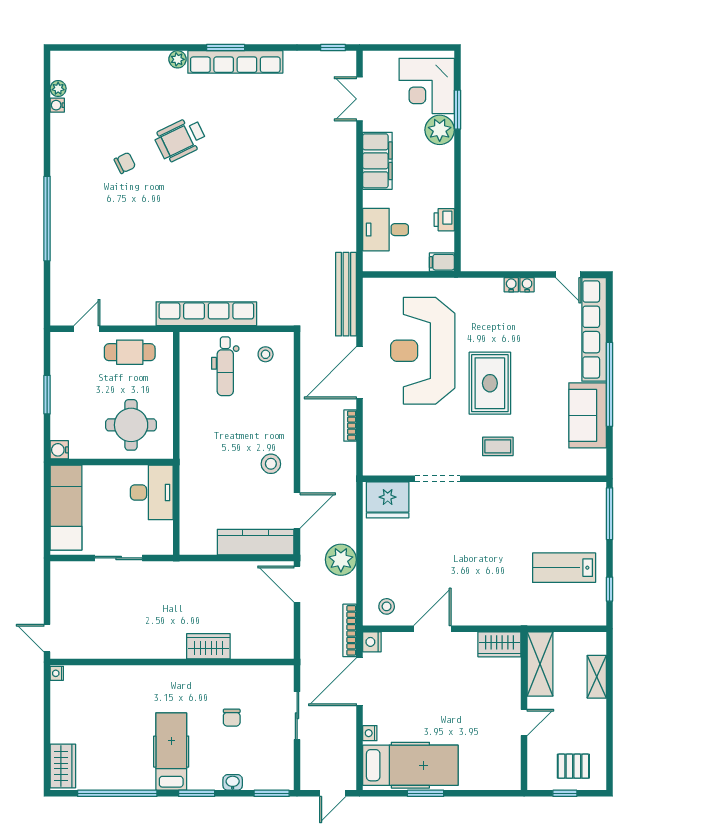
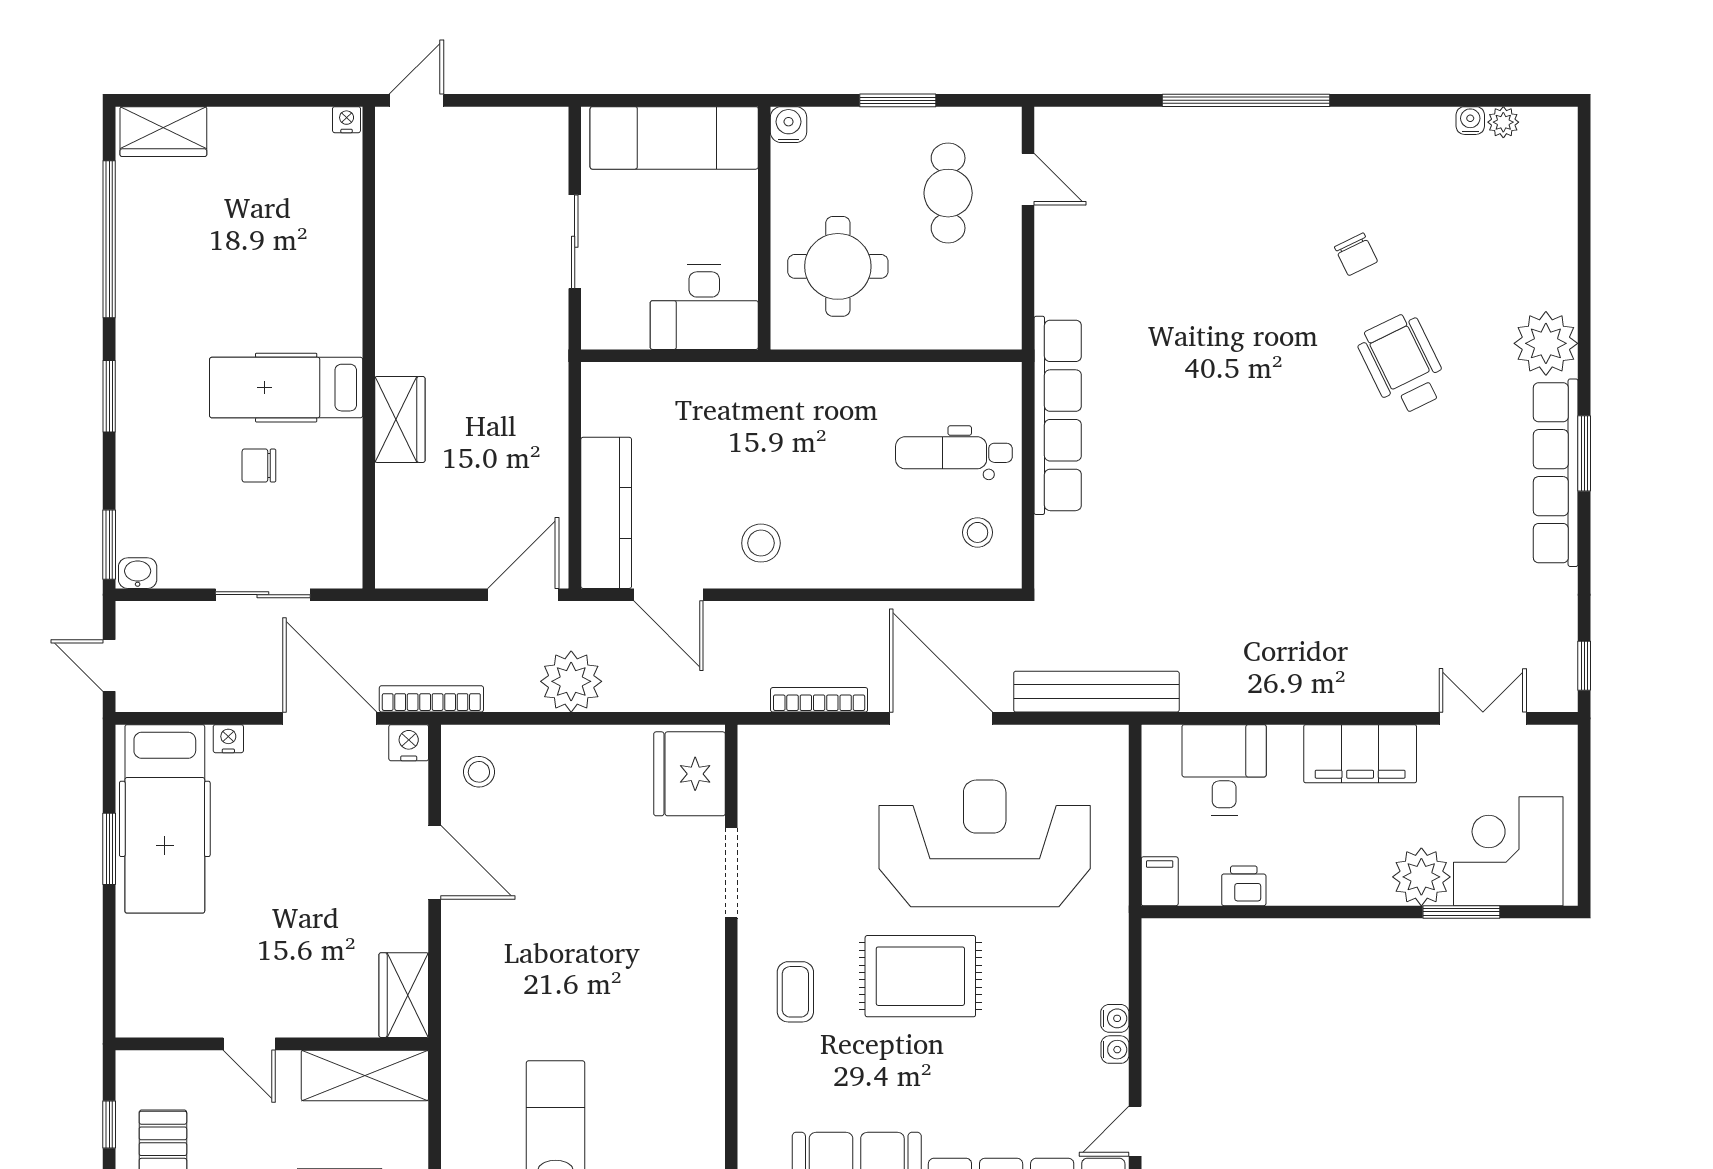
plant: (178, 59) -> (1546, 343), width x1.88, depth x1.88
cafe table: (130, 352) -> (948, 193), moved
bookcase: (350, 426) -> (819, 700), width x1.56
hospital bed: (171, 752) -> (286, 388), moved, turned 180
washbasin: (233, 782) -> (138, 573), moved, turned -90

